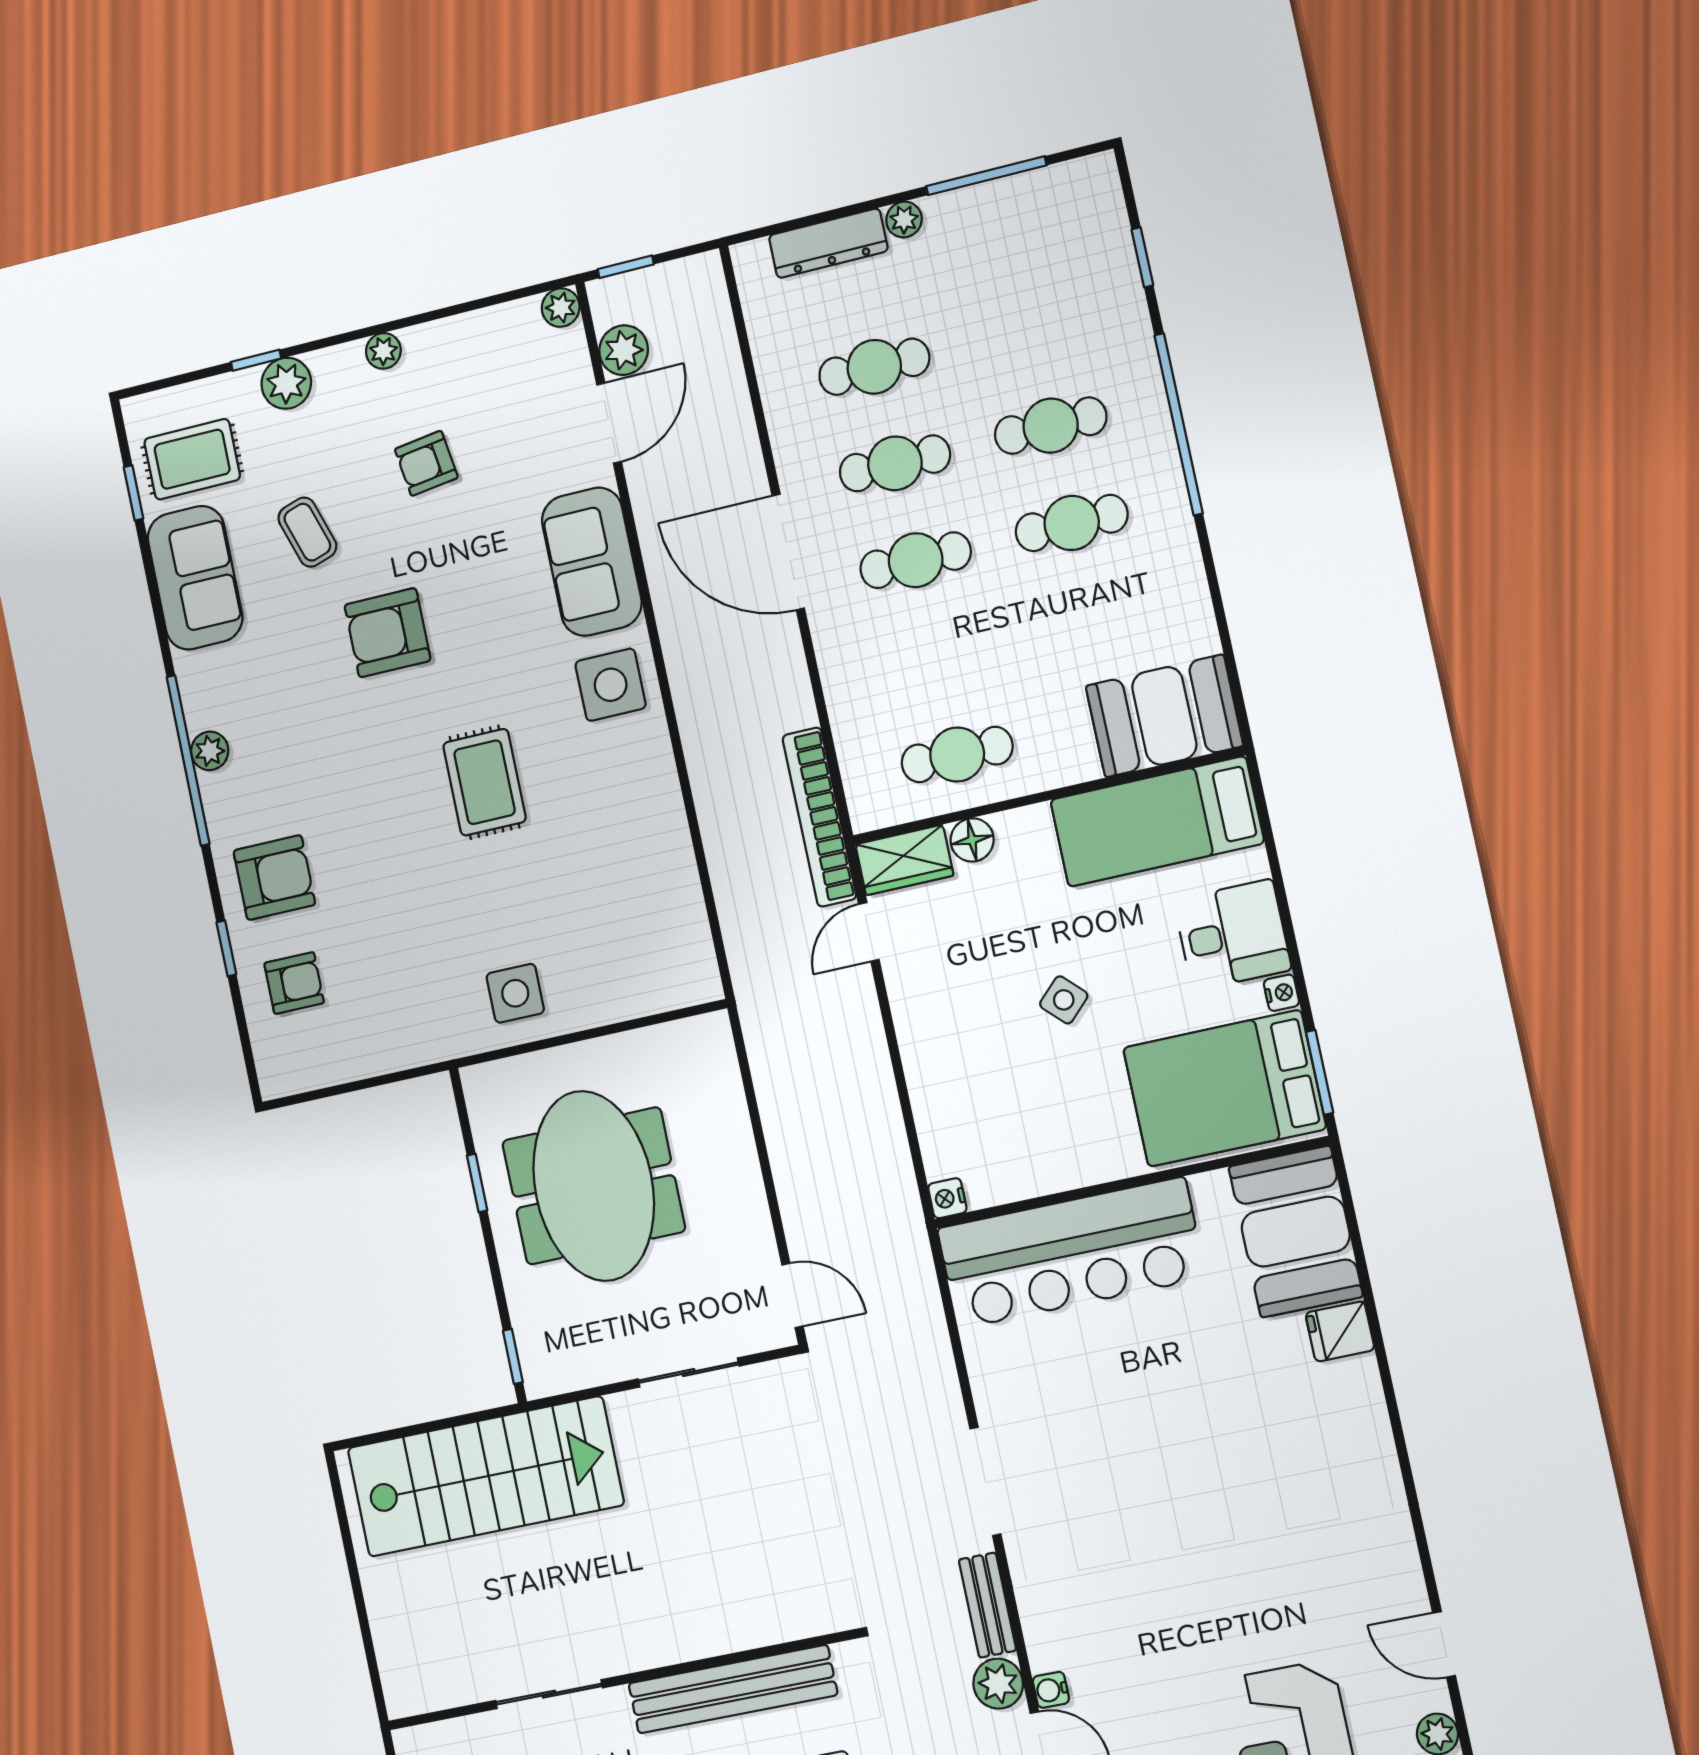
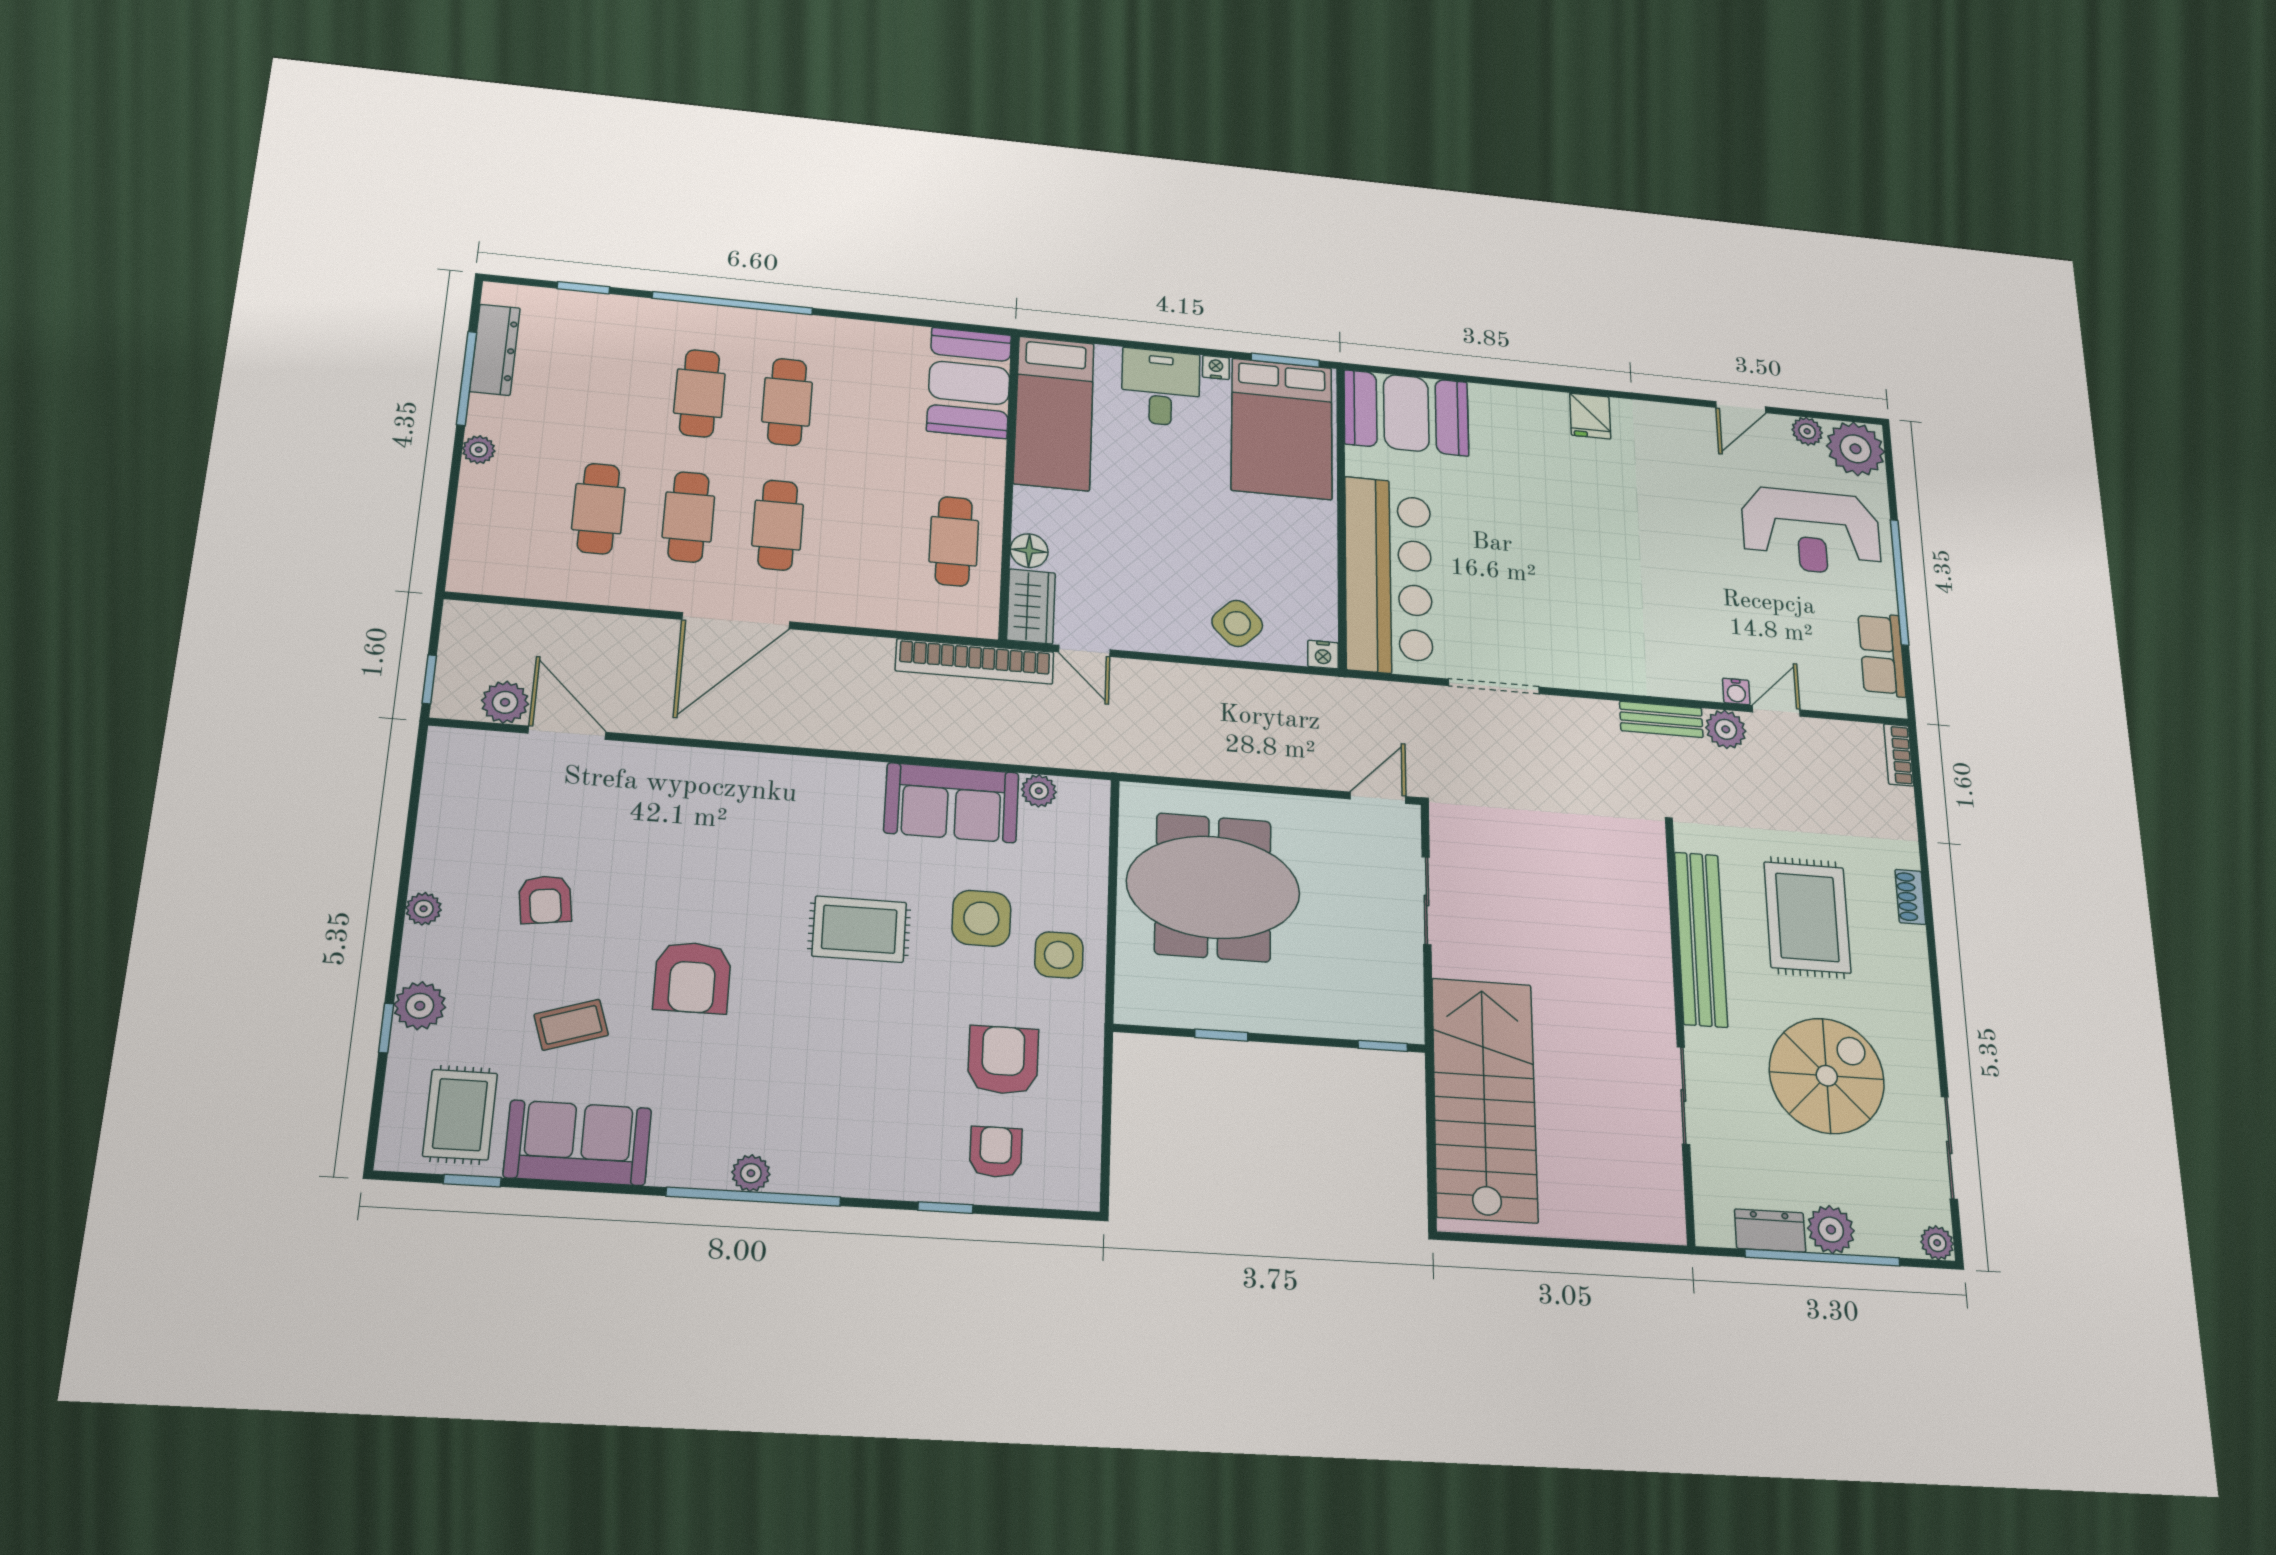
dresser: (828, 243) -> (495, 350), moved
plant: (561, 308) -> (1039, 791), moved
sofa: (592, 562) -> (952, 803), moved
side table: (611, 685) -> (981, 918), moved
armchair: (274, 878) -> (1003, 1060), moved
side table: (1064, 1000) -> (1237, 623), moved, width x1.37, depth x1.37
meeting table: (594, 1186) -> (1213, 887), moved
fridge: (1340, 1331) -> (1590, 416), moved
doorway: (985, 1481) -> (1494, 686), moved

